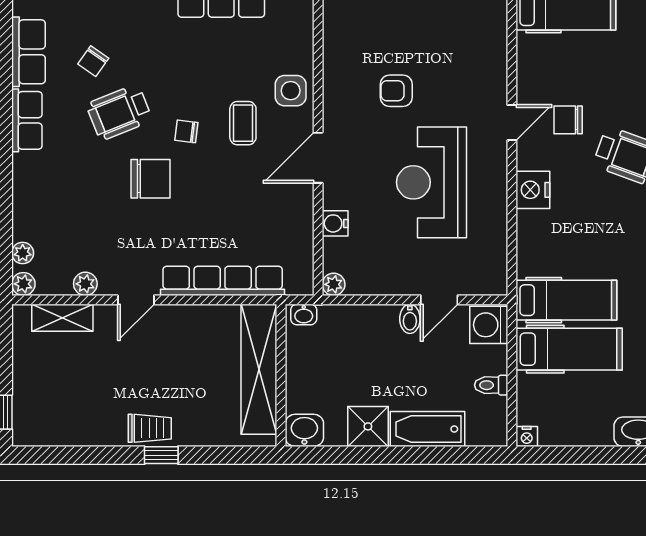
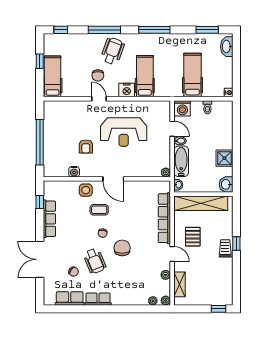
water cooler: (335, 223) -> (74, 172), moved
hospital bed: (566, 300) -> (145, 76), moved
pallet: (178, 350) -> (193, 237), added
bathtub: (427, 429) -> (181, 161), moved, turned 180

